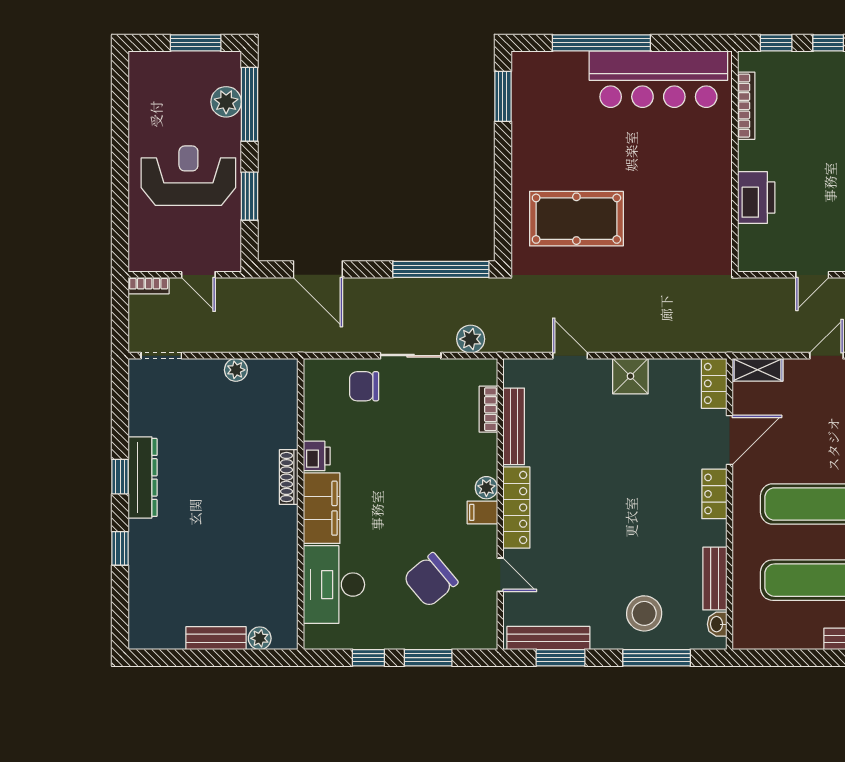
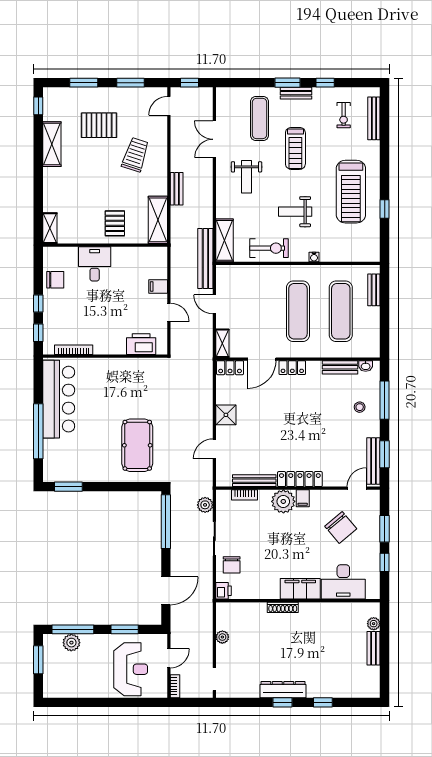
reception desk: (188, 176) -> (131, 669), moved, turned 180
printer: (756, 198) -> (141, 344), moved
door: (729, 440) -> (262, 359), swing flipped
printer: (317, 456) -> (223, 591), moved, turned 90
plant: (486, 488) -> (283, 501), width x1.88, depth x1.88
door: (500, 575) -> (357, 488), moved
stool: (644, 613) -> (360, 407), width x0.53, depth x0.53

